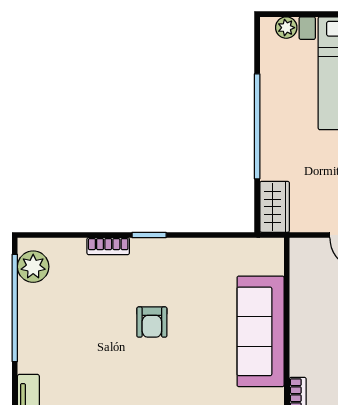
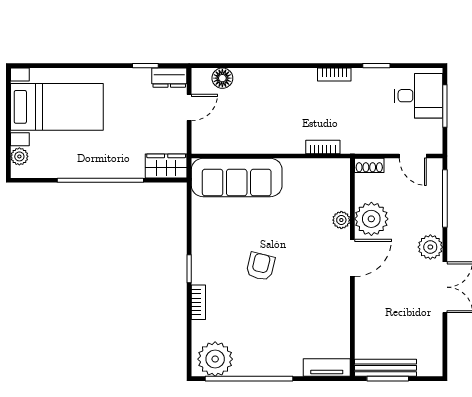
plant: (33, 267) -> (215, 359), width x1.36, depth x1.36
armchair: (152, 322) -> (260, 266), turned -76
sofa: (261, 331) -> (237, 178), moved

